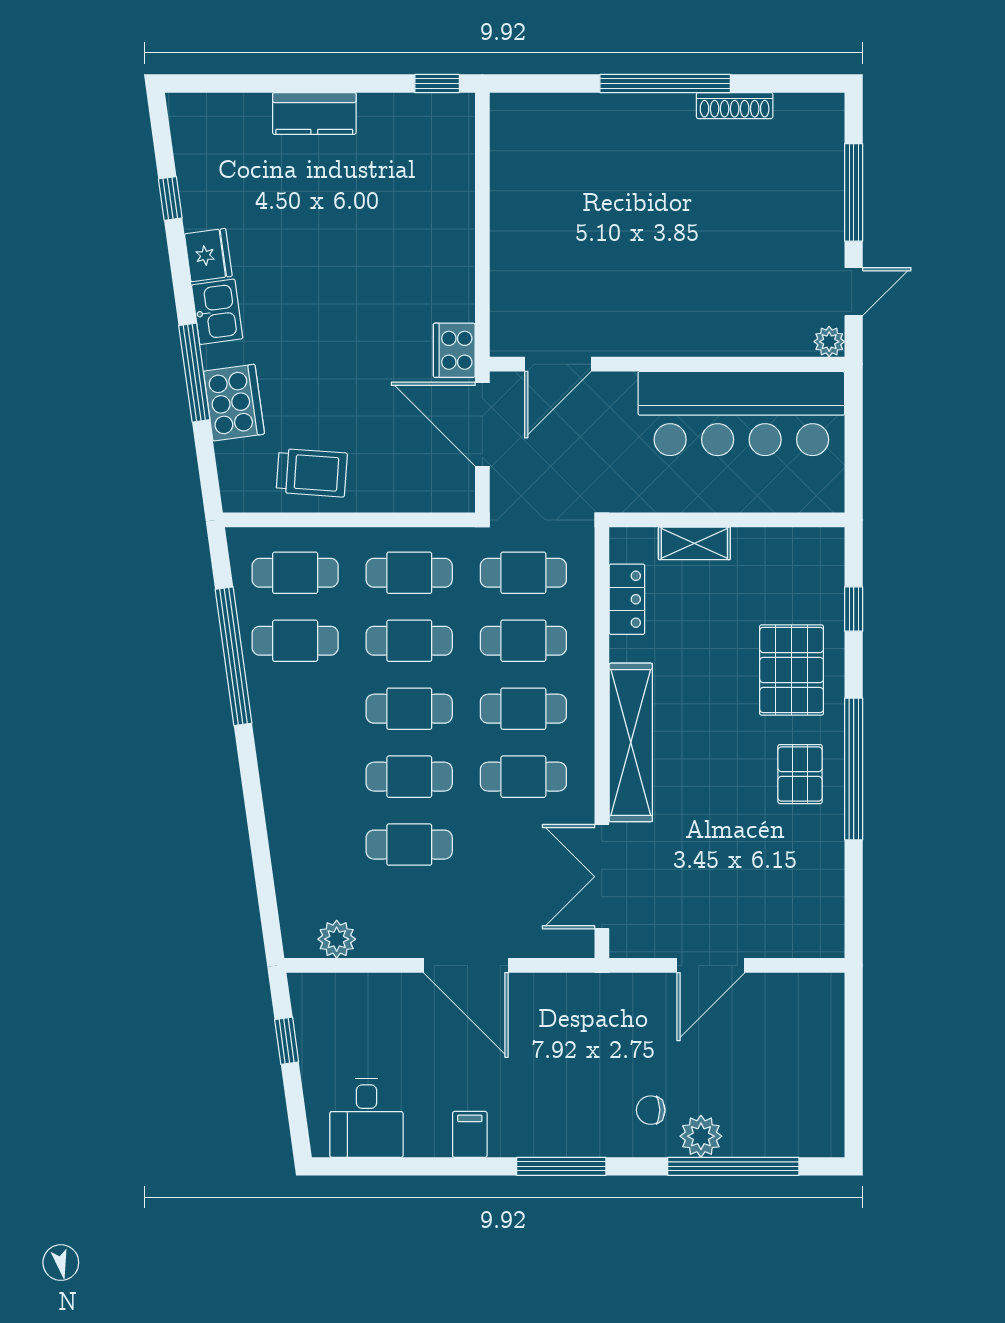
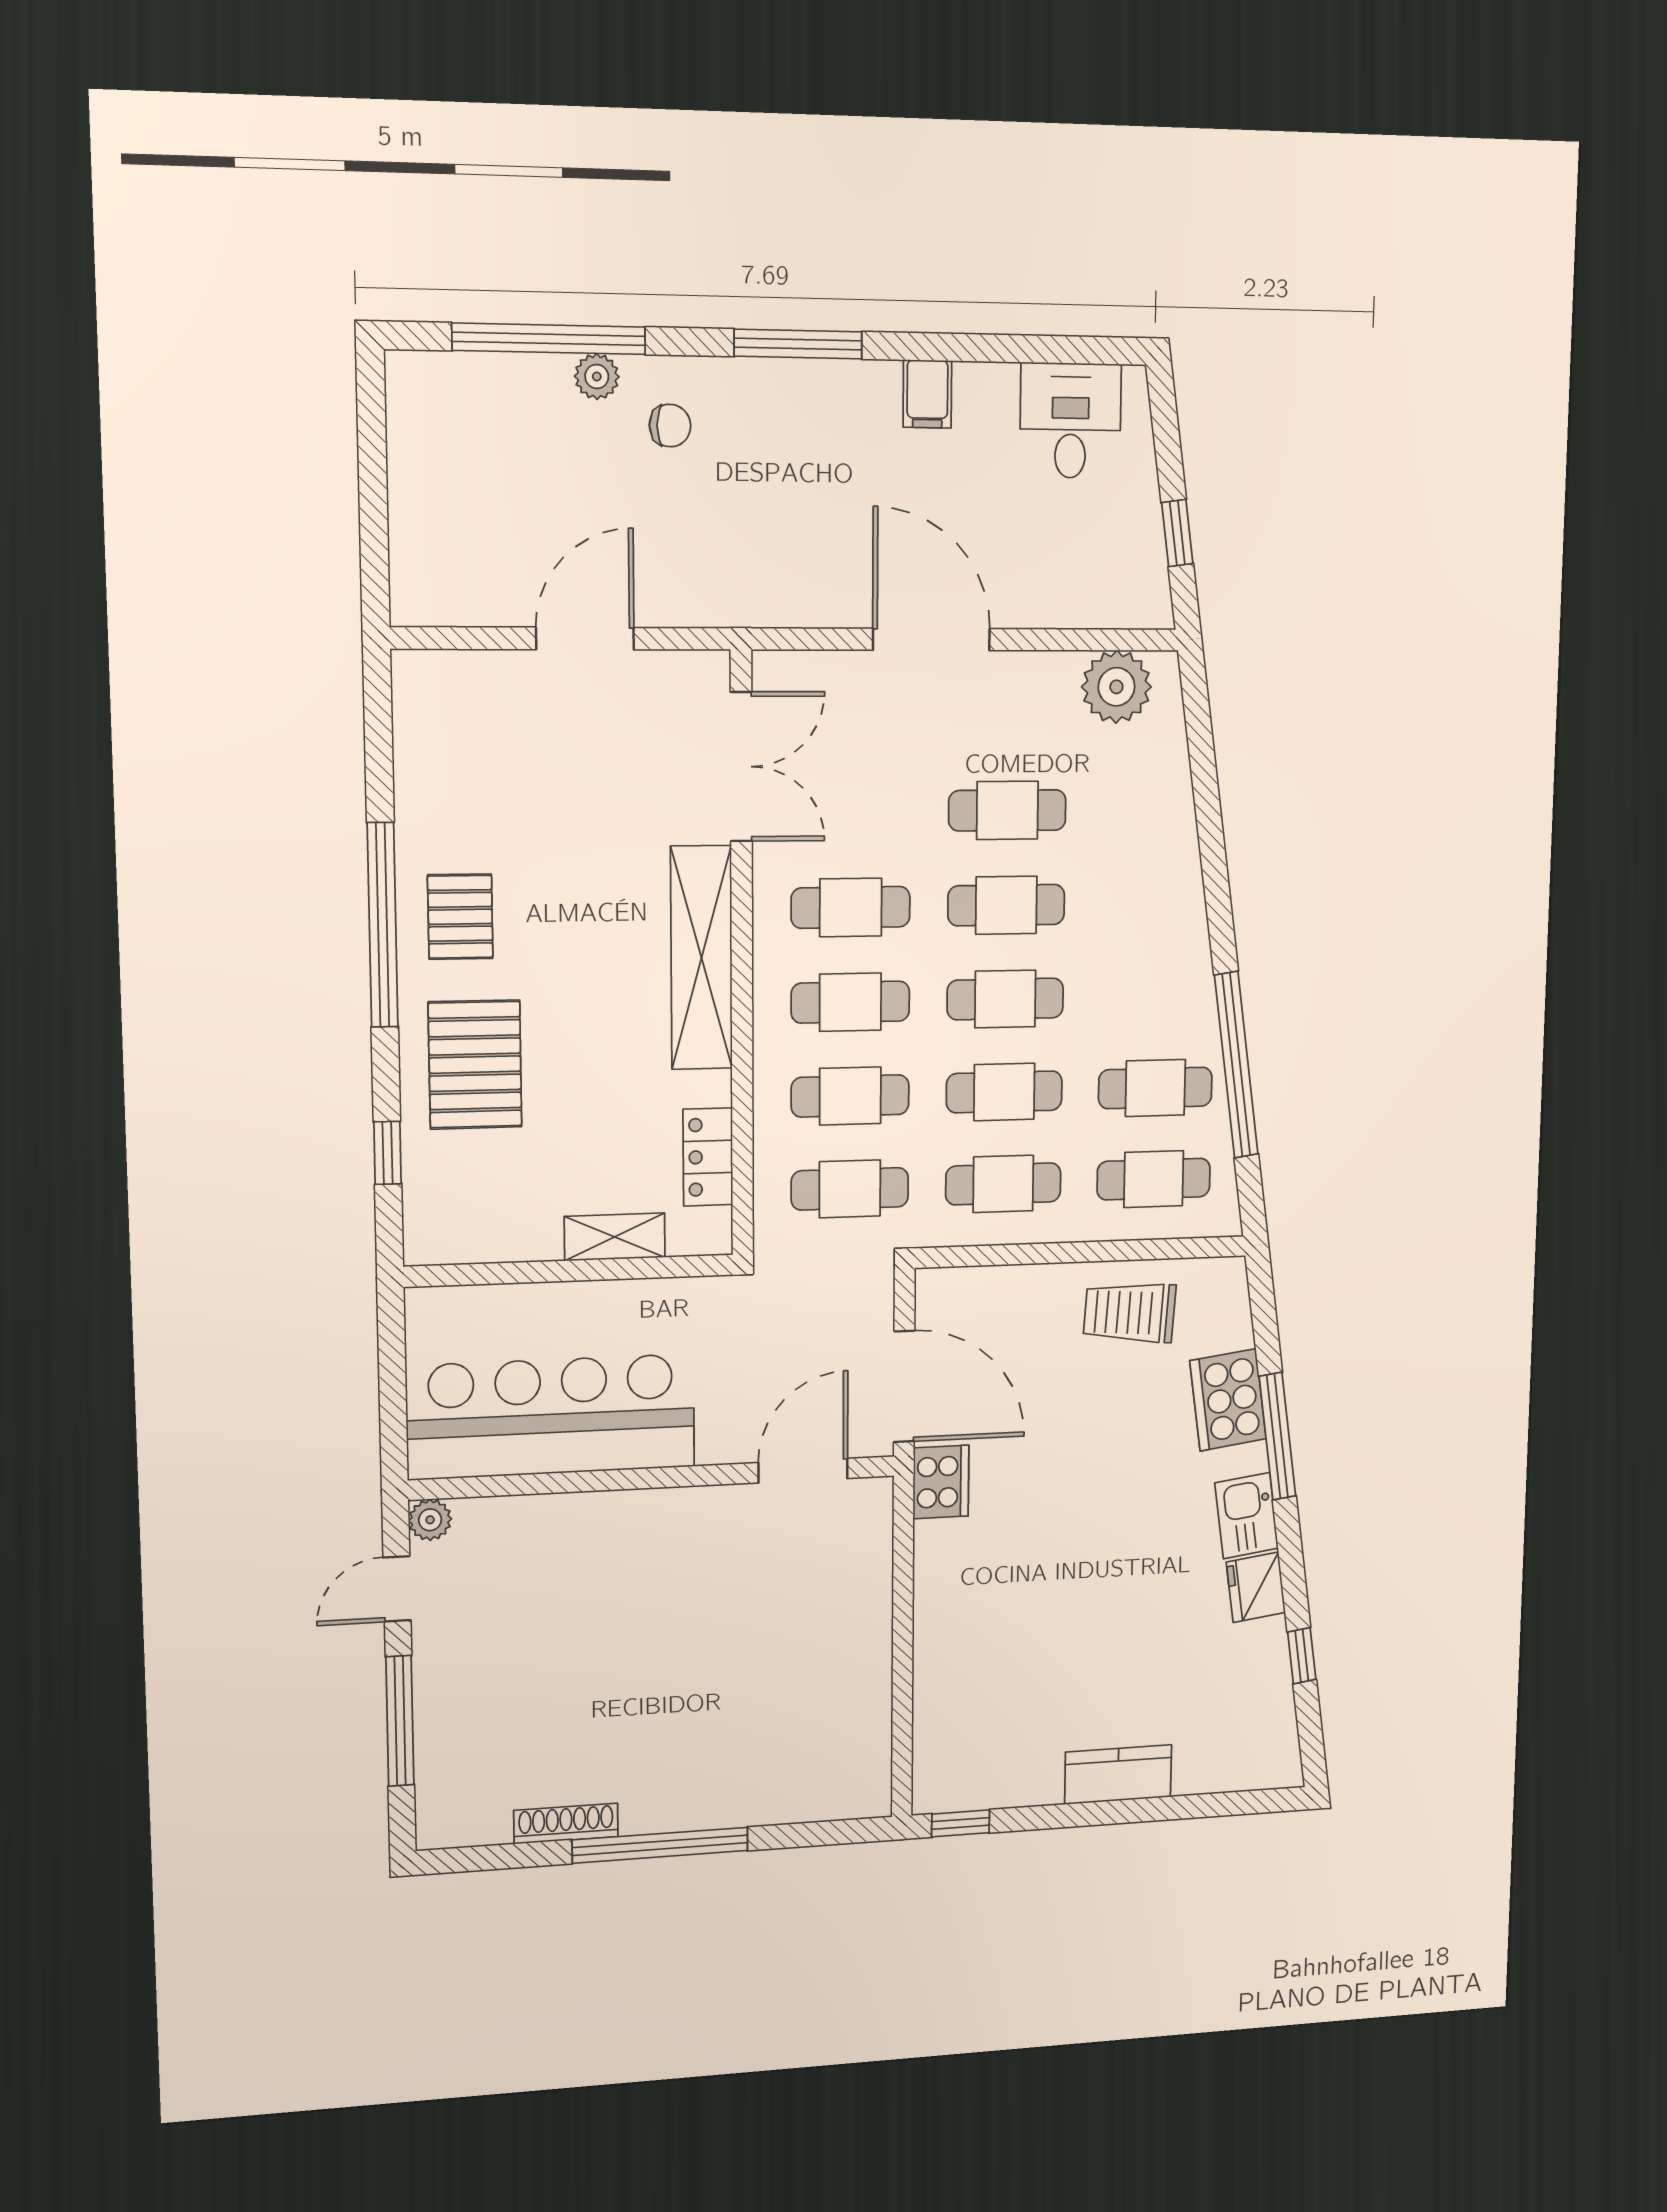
plant: (337, 939) -> (1116, 687), width x1.36, depth x1.36
plant: (701, 1136) -> (597, 377), width x0.73, depth x0.73

